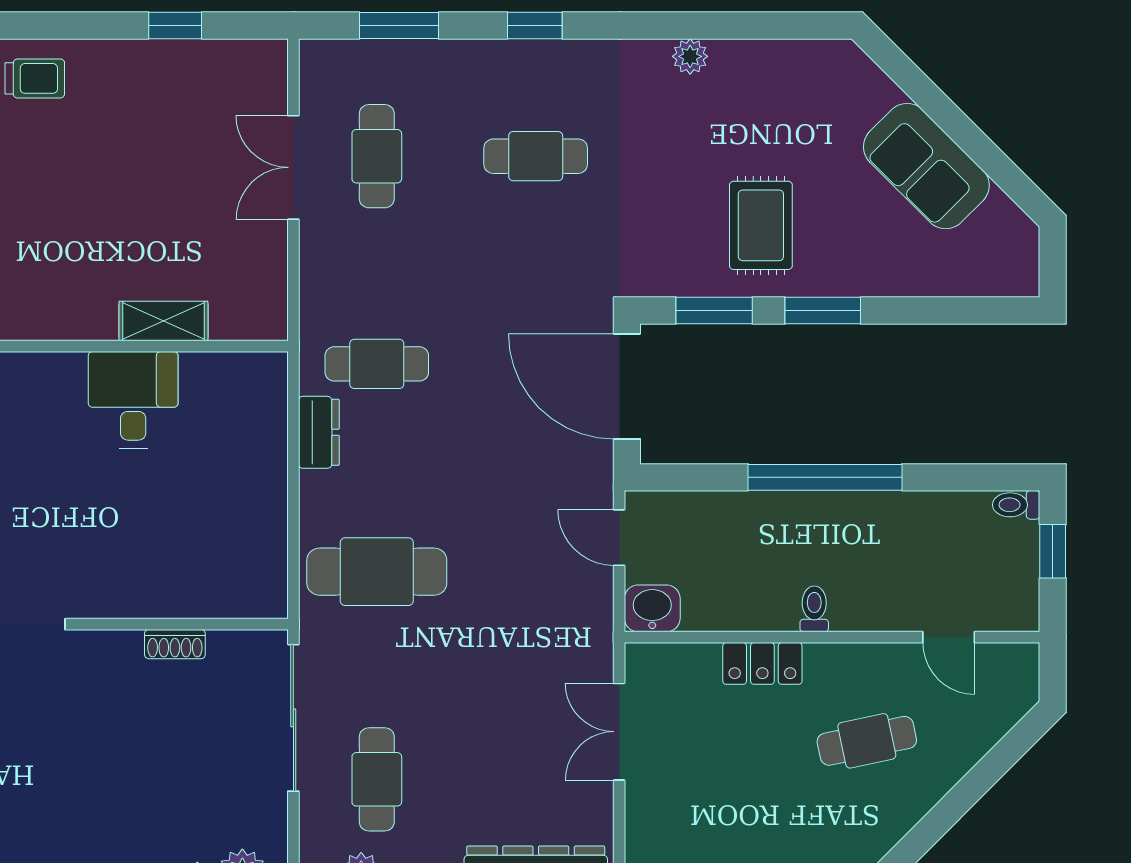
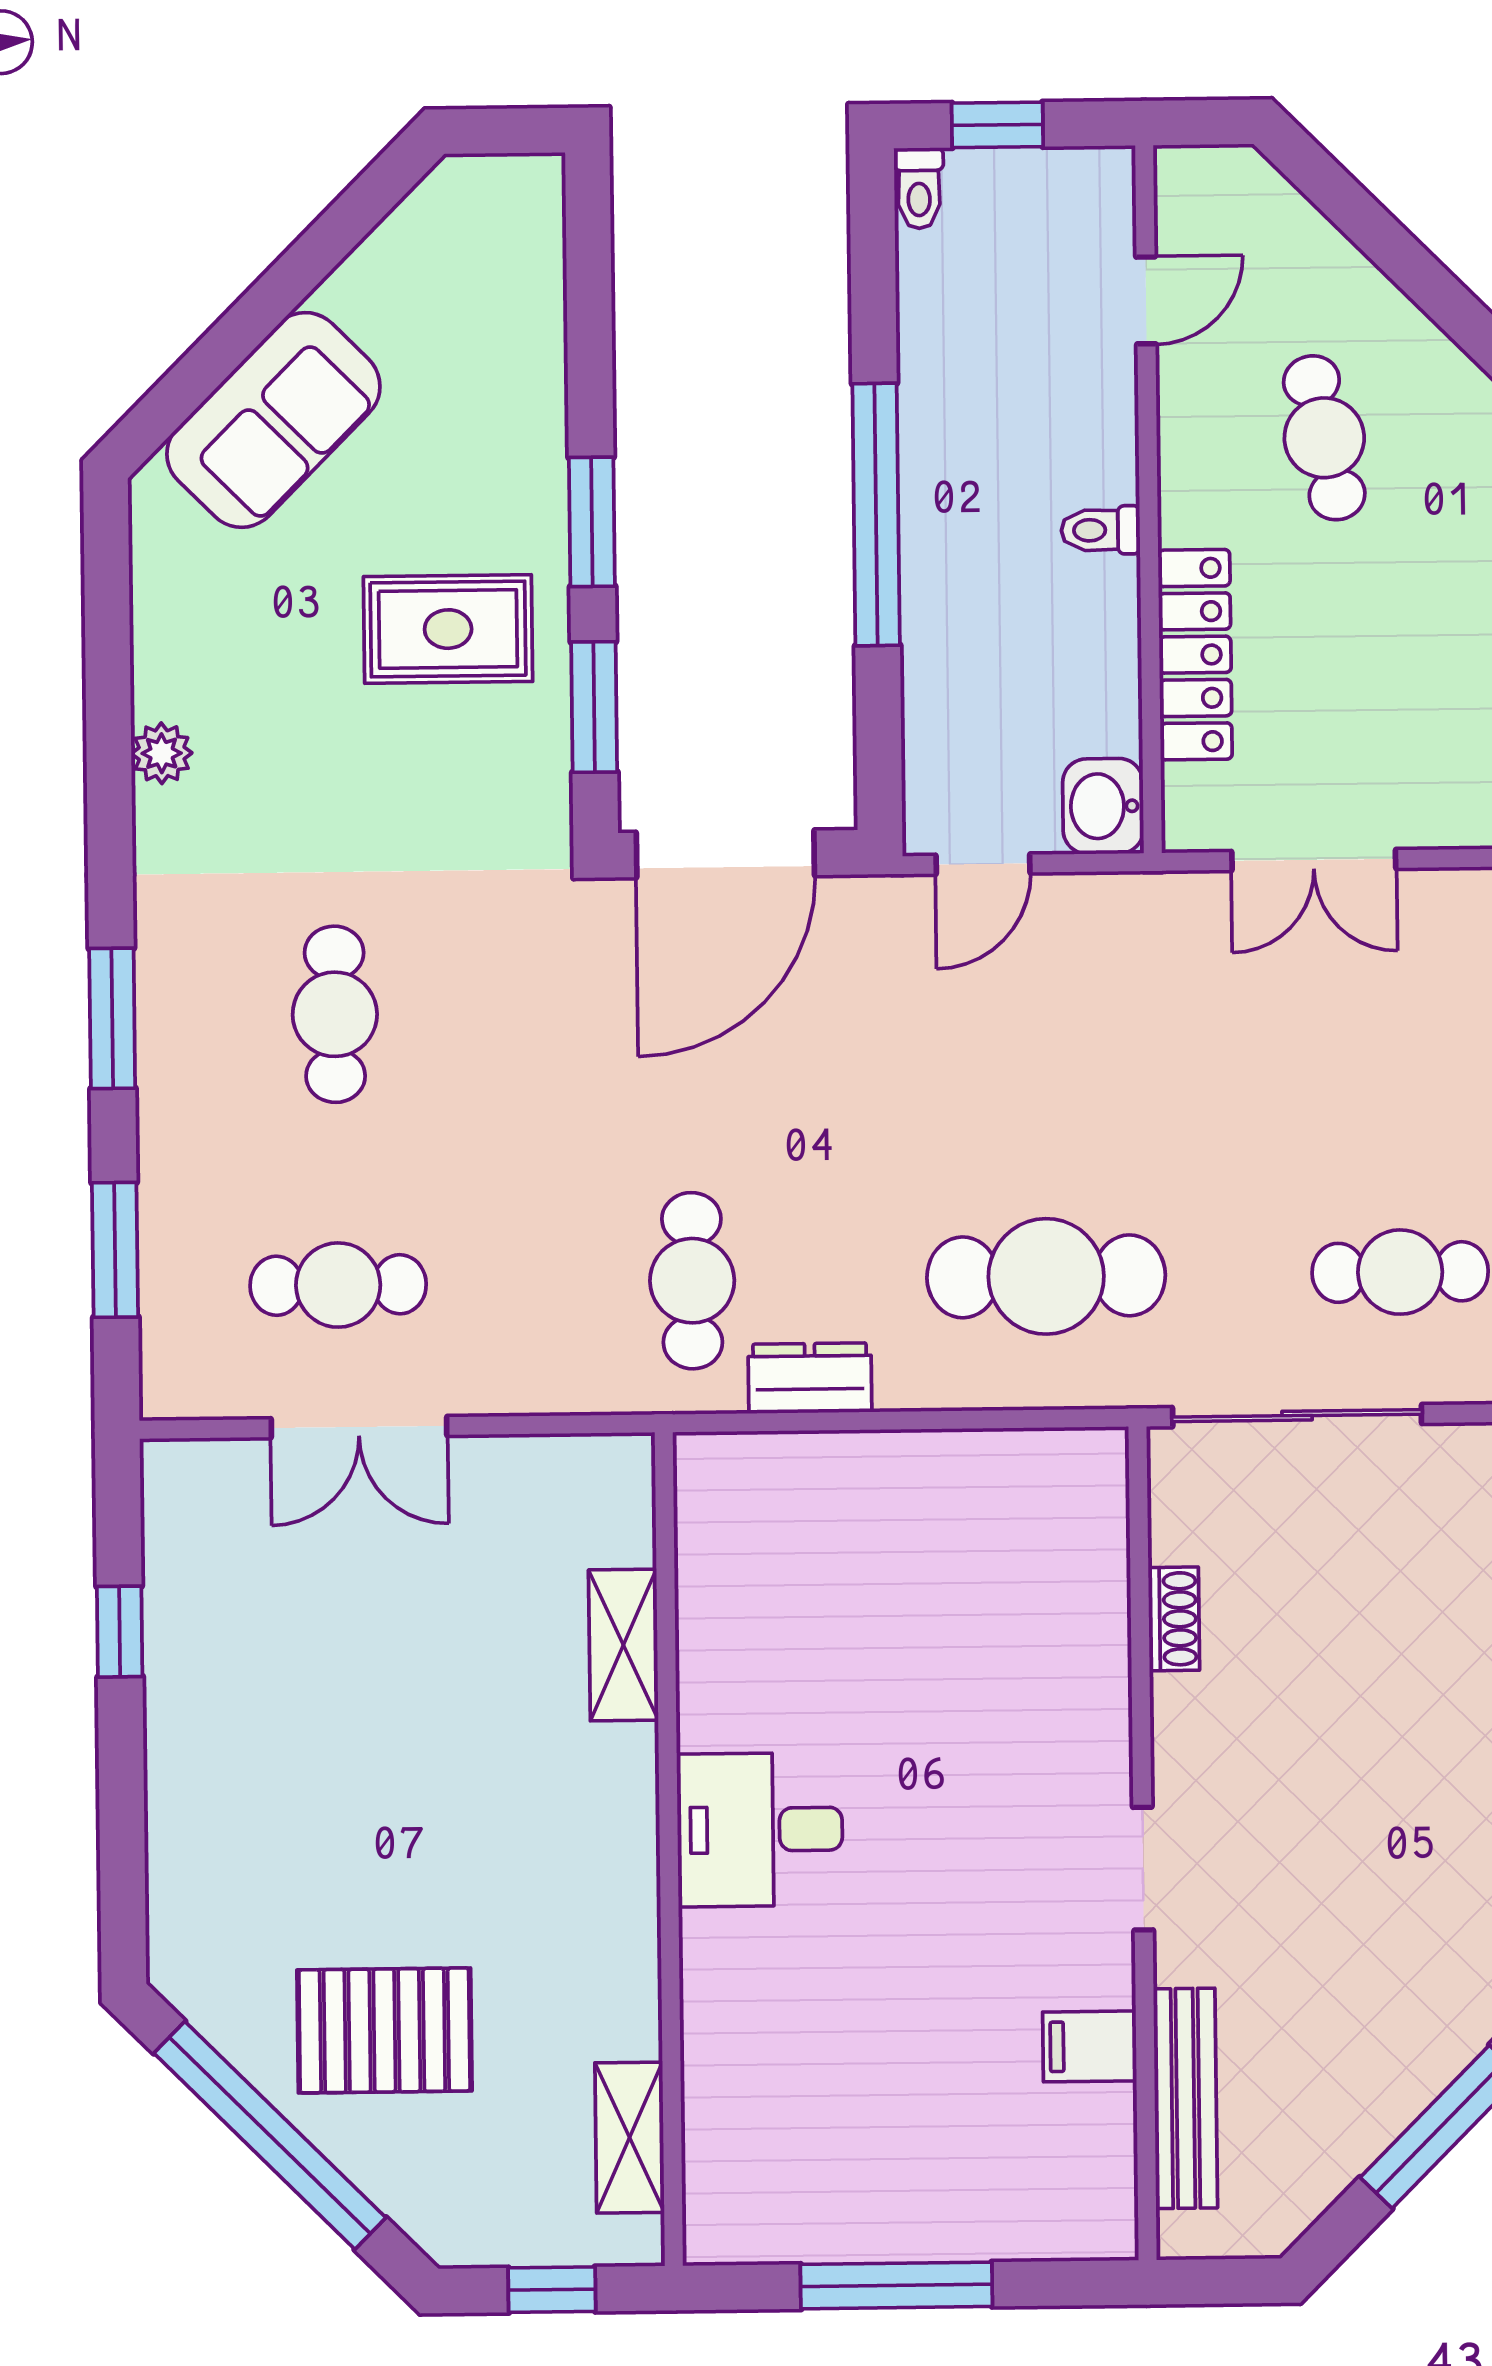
window: (535, 26) -> (112, 1018), width x1.50
trolley: (35, 78) -> (213, 1870), removed
sofa: (926, 166) -> (273, 420), moved
desk: (133, 400) -> (760, 1830), moved
cafe table: (377, 572) -> (1046, 1276), turned 90
locker: (762, 663) -> (1195, 655), width x1.53

